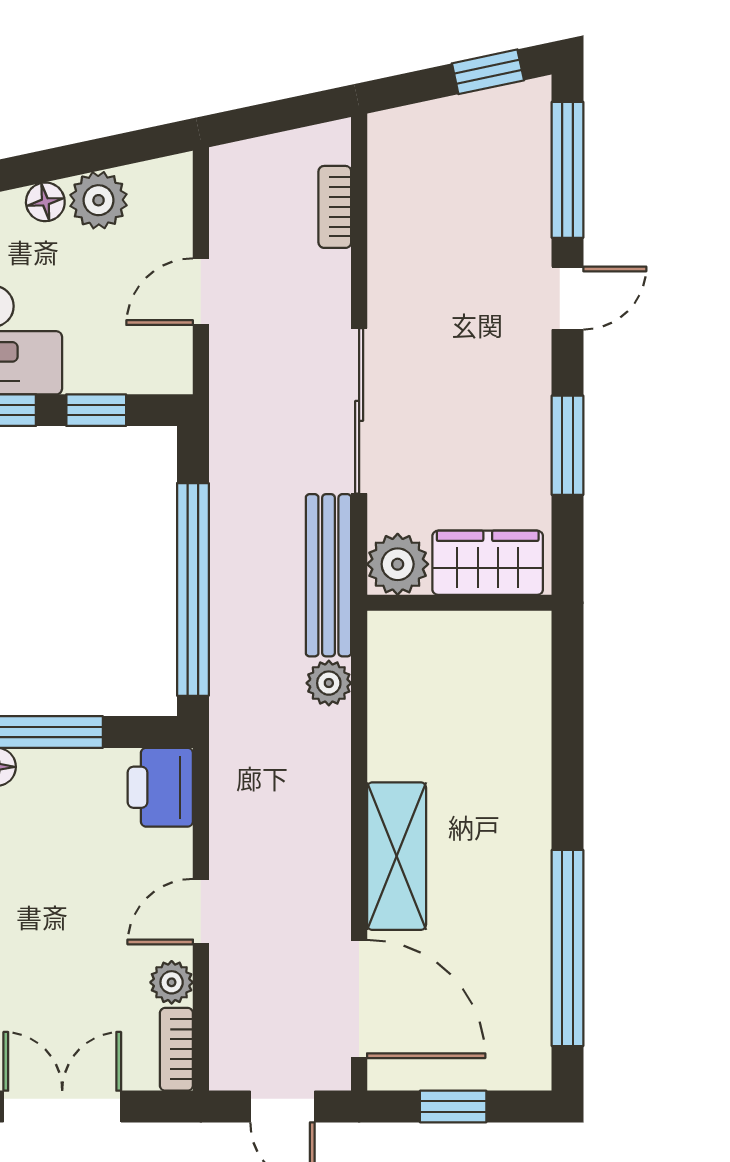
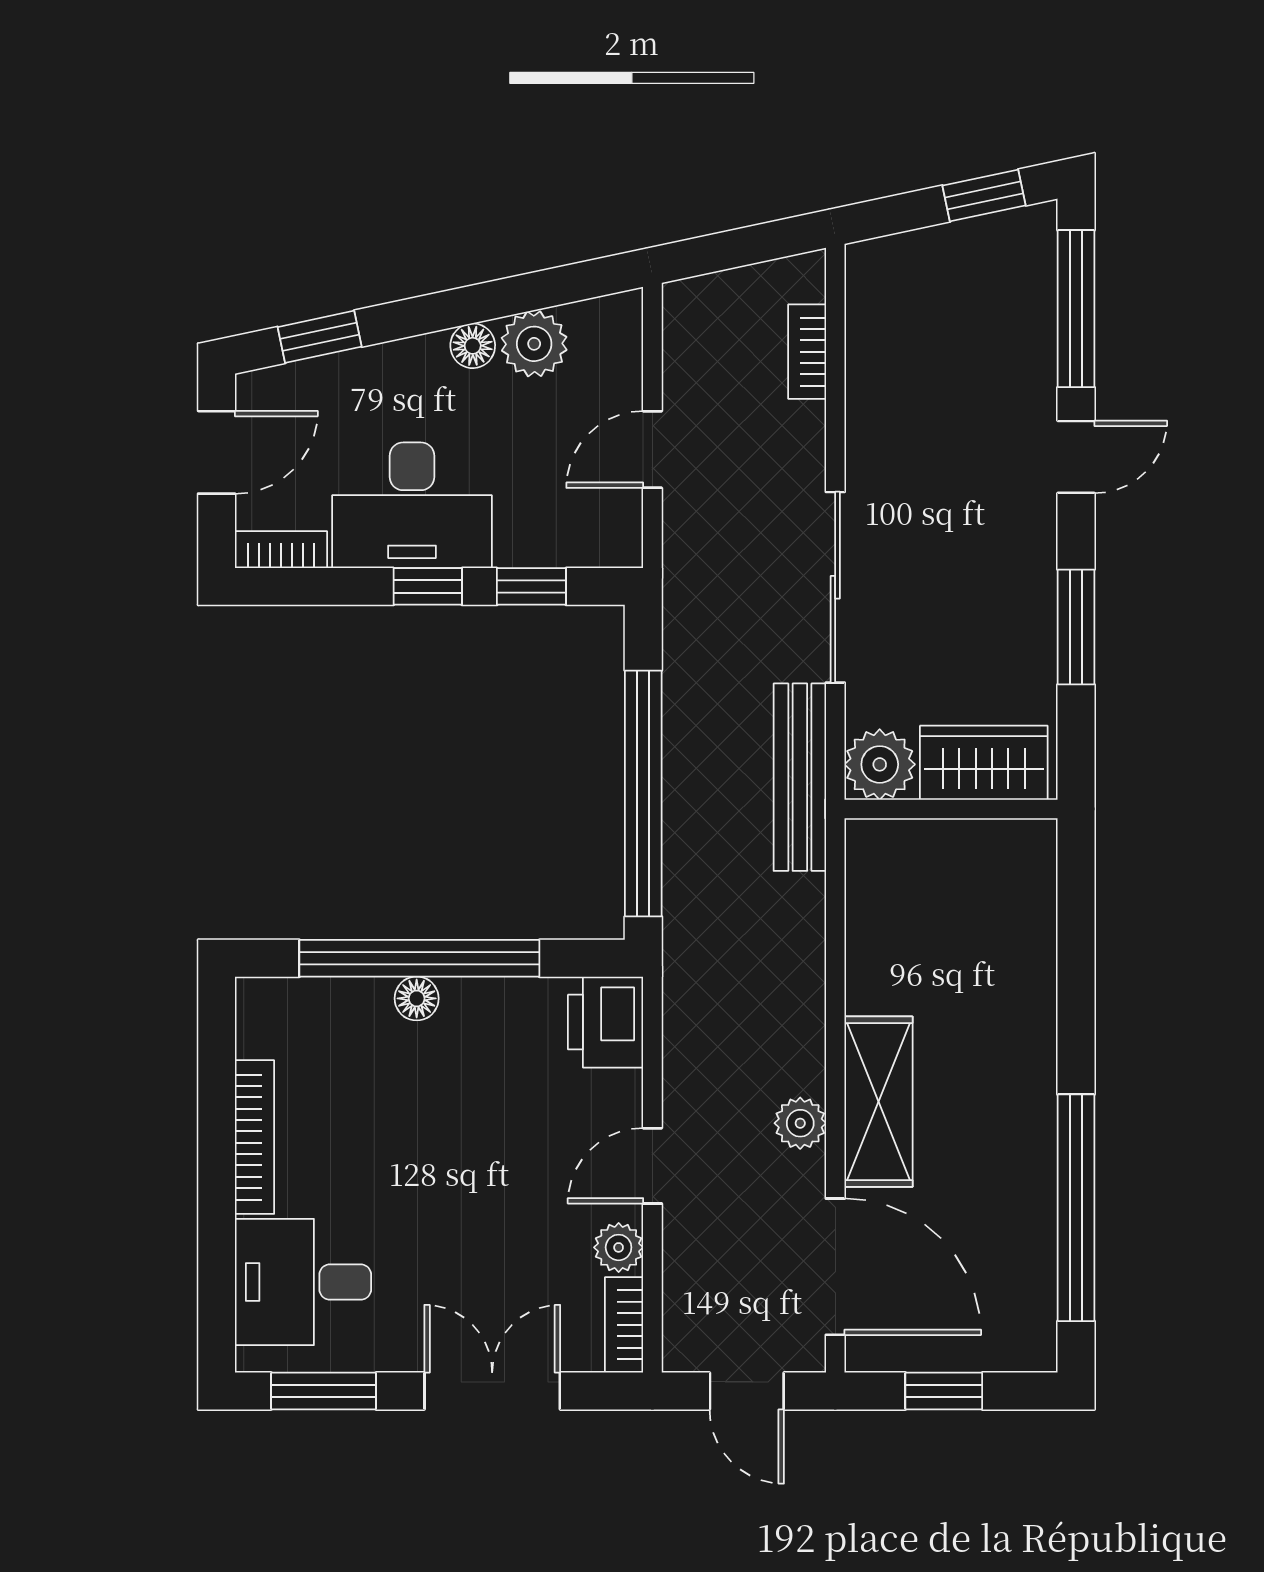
plant: (329, 683) -> (800, 1123), moved

